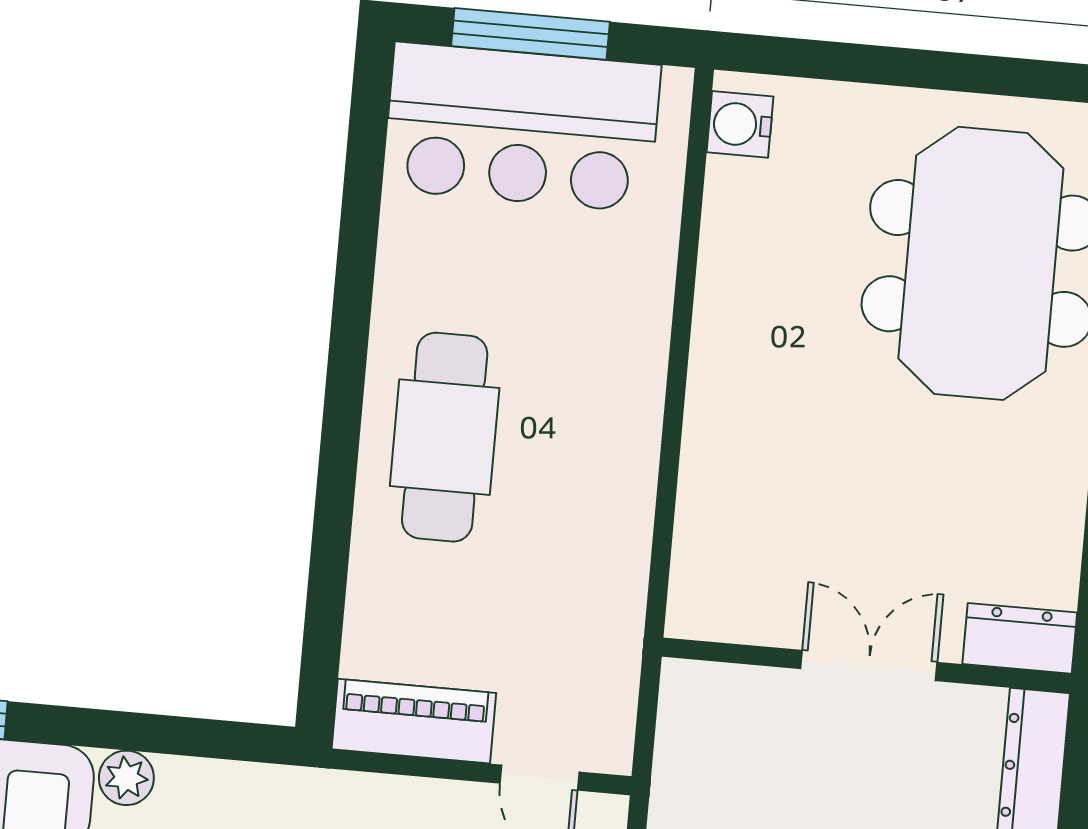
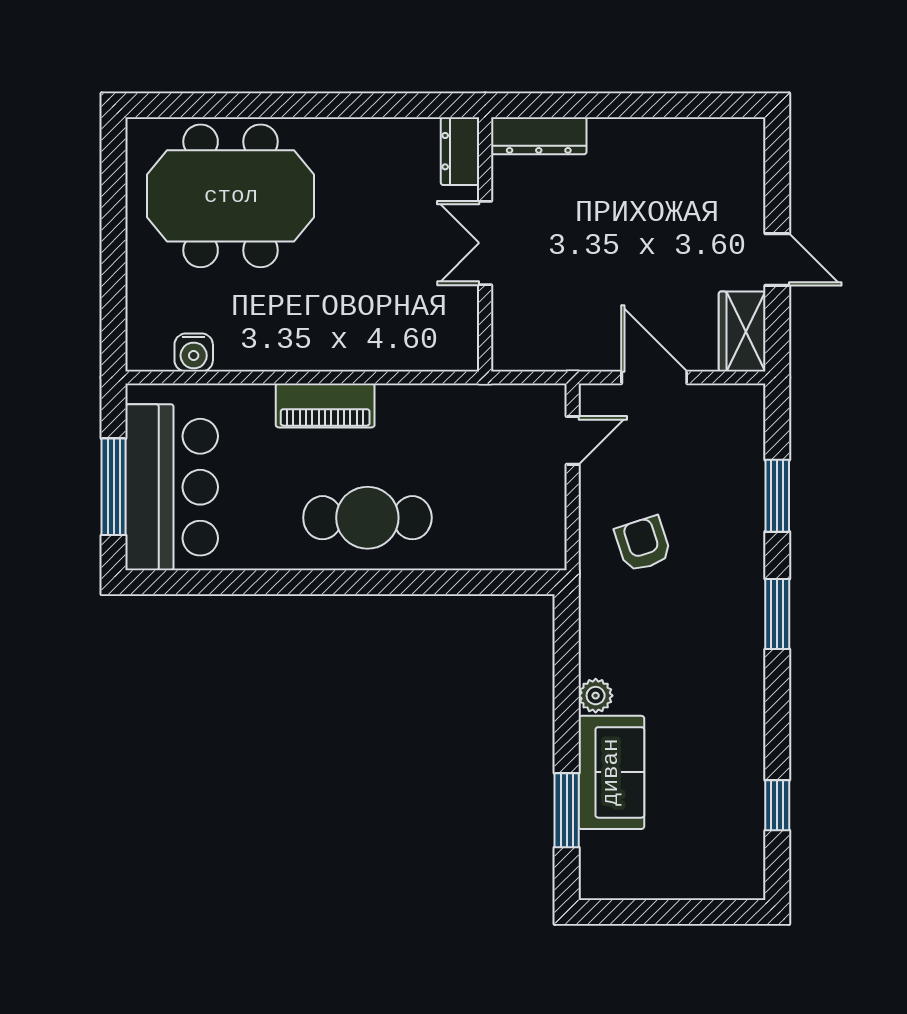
water cooler: (740, 124) -> (194, 352), moved
piano: (414, 721) -> (325, 405), moved, turned -90

